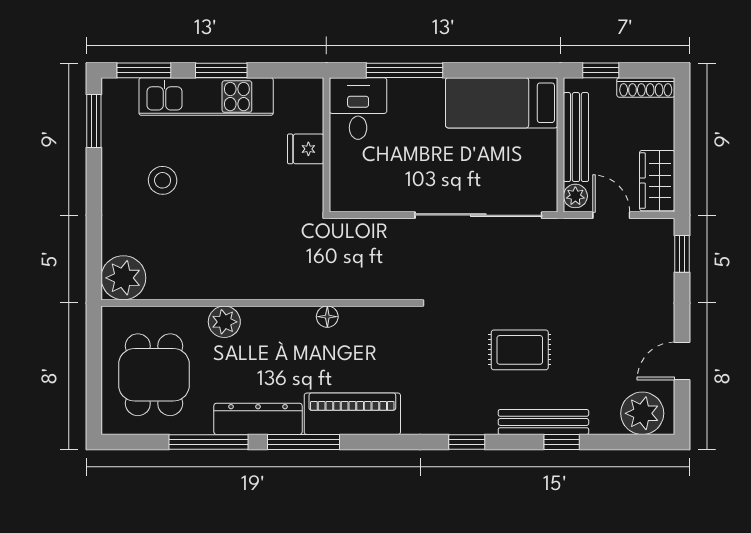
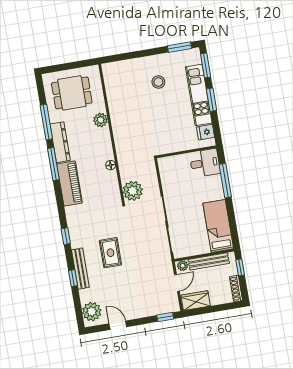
fridge: (306, 149) -> (206, 132), moved, turned -90
plant: (123, 278) -> (133, 191), moved

